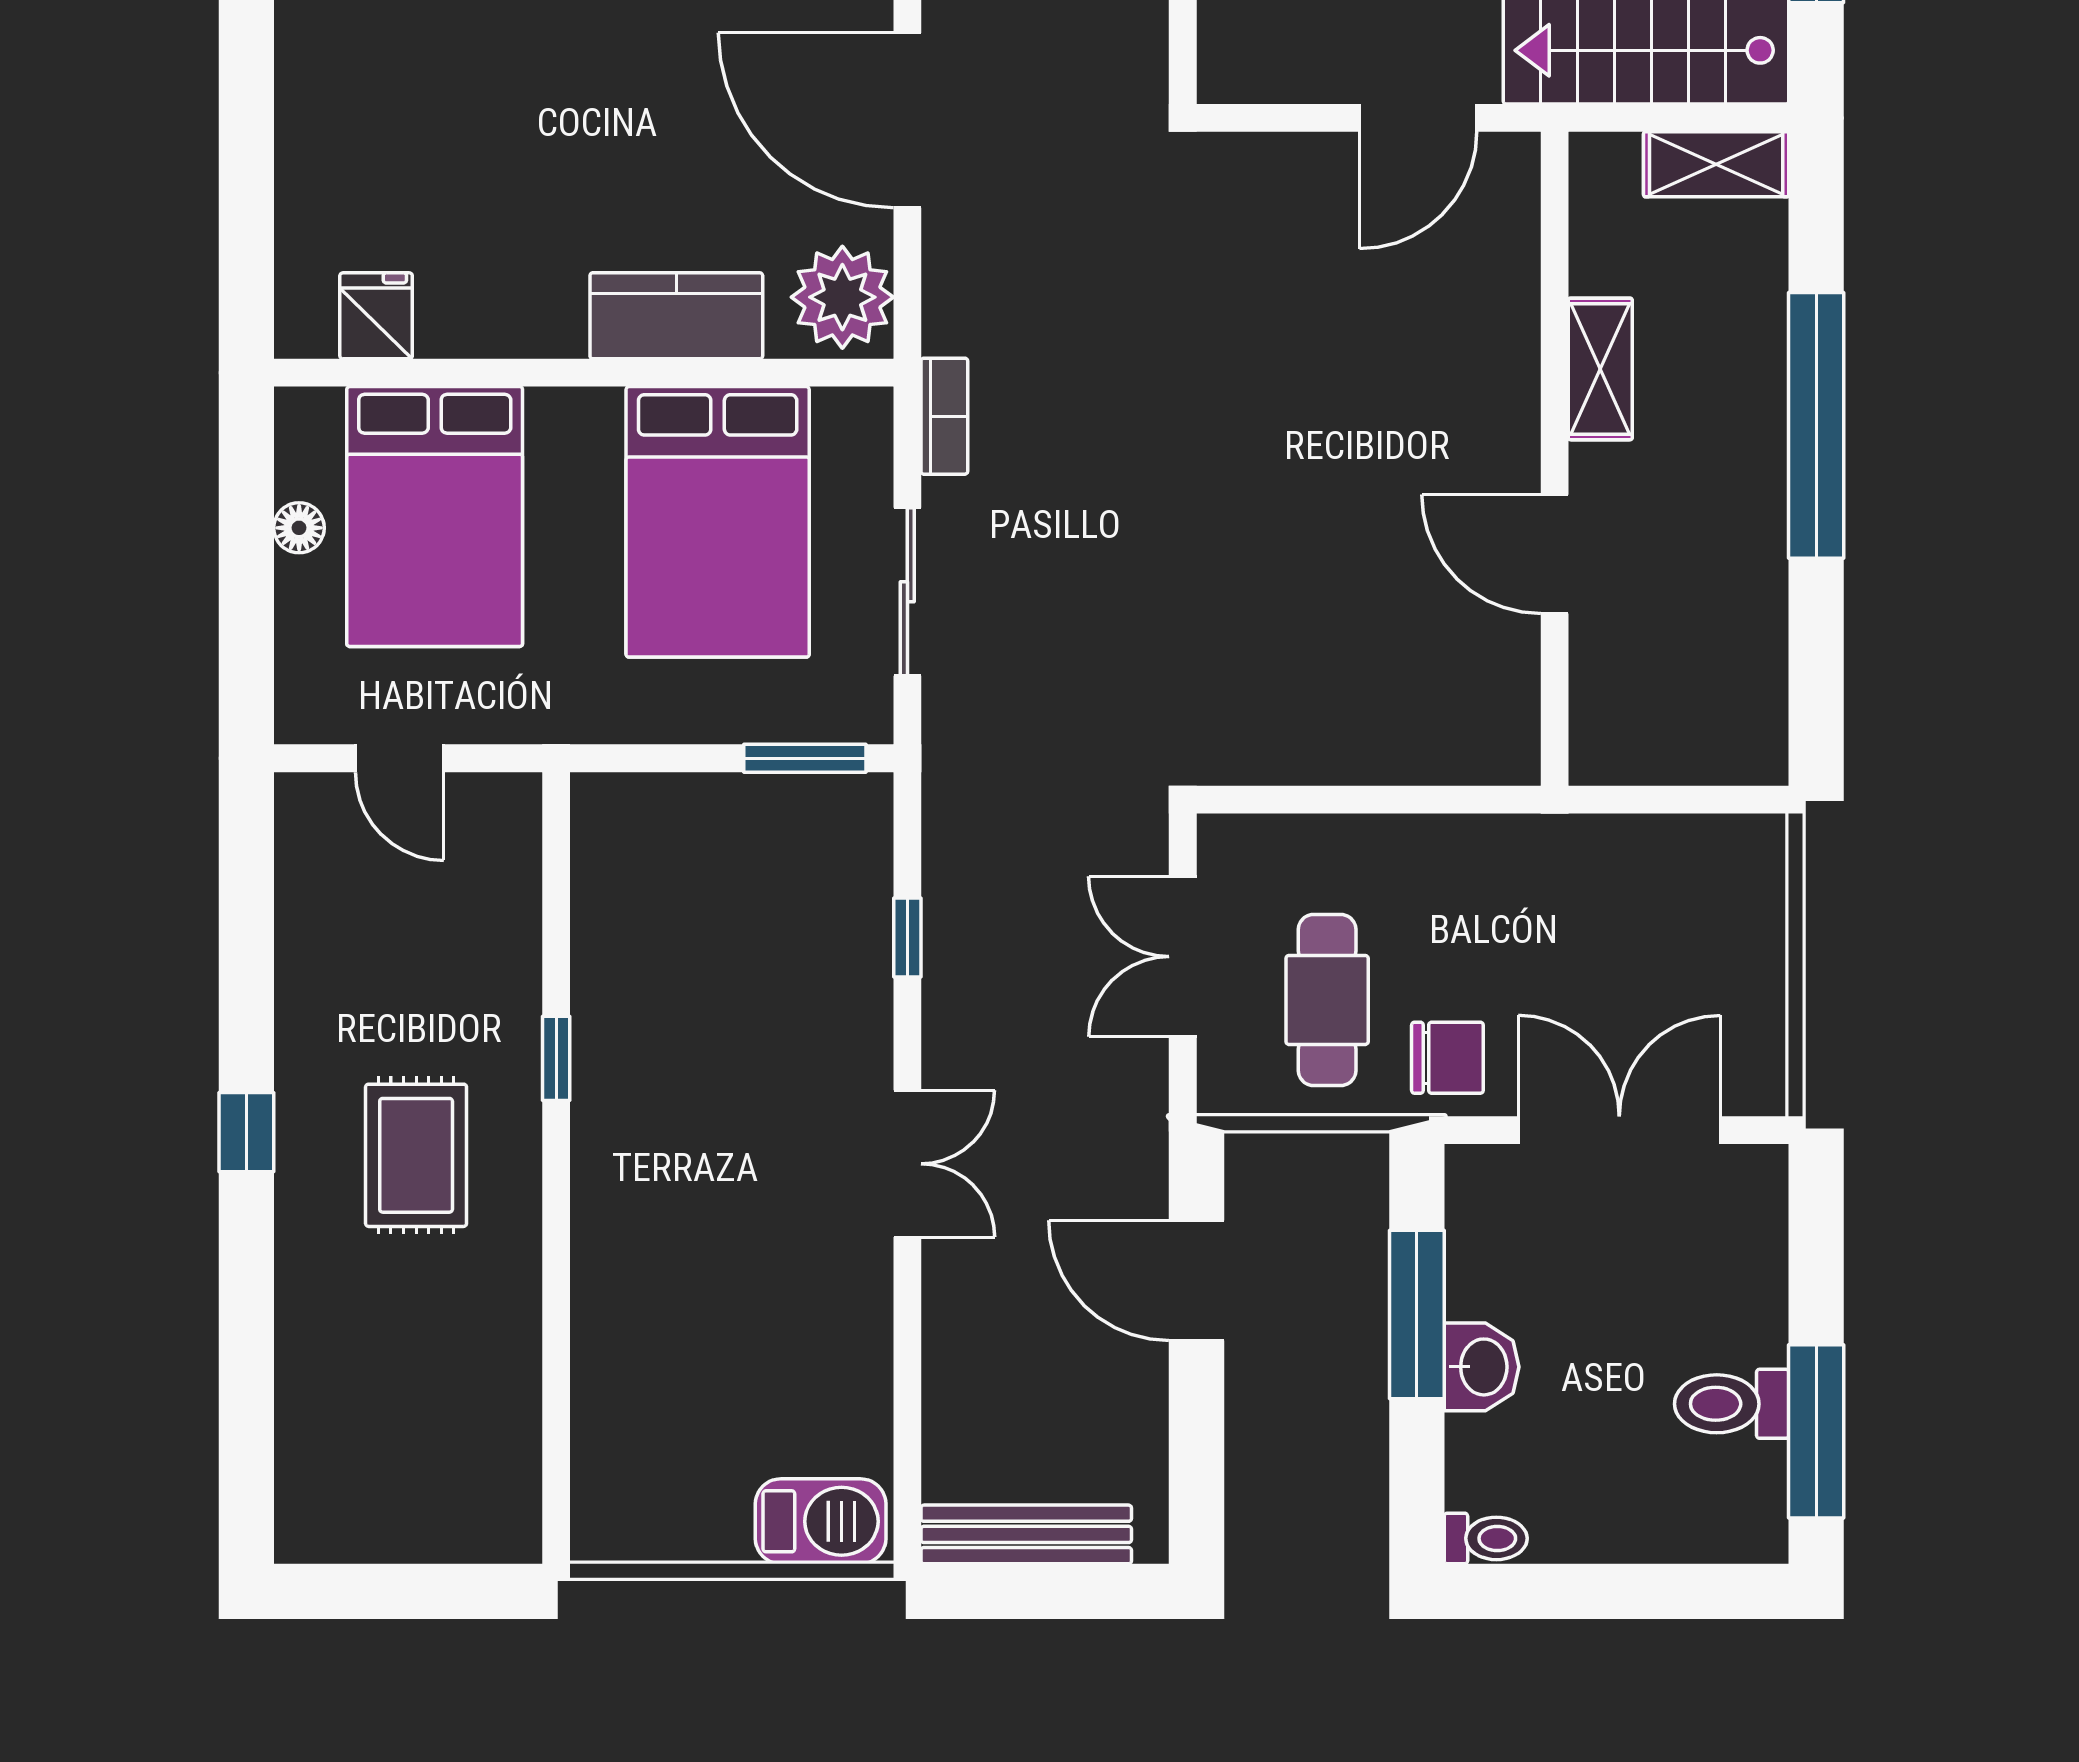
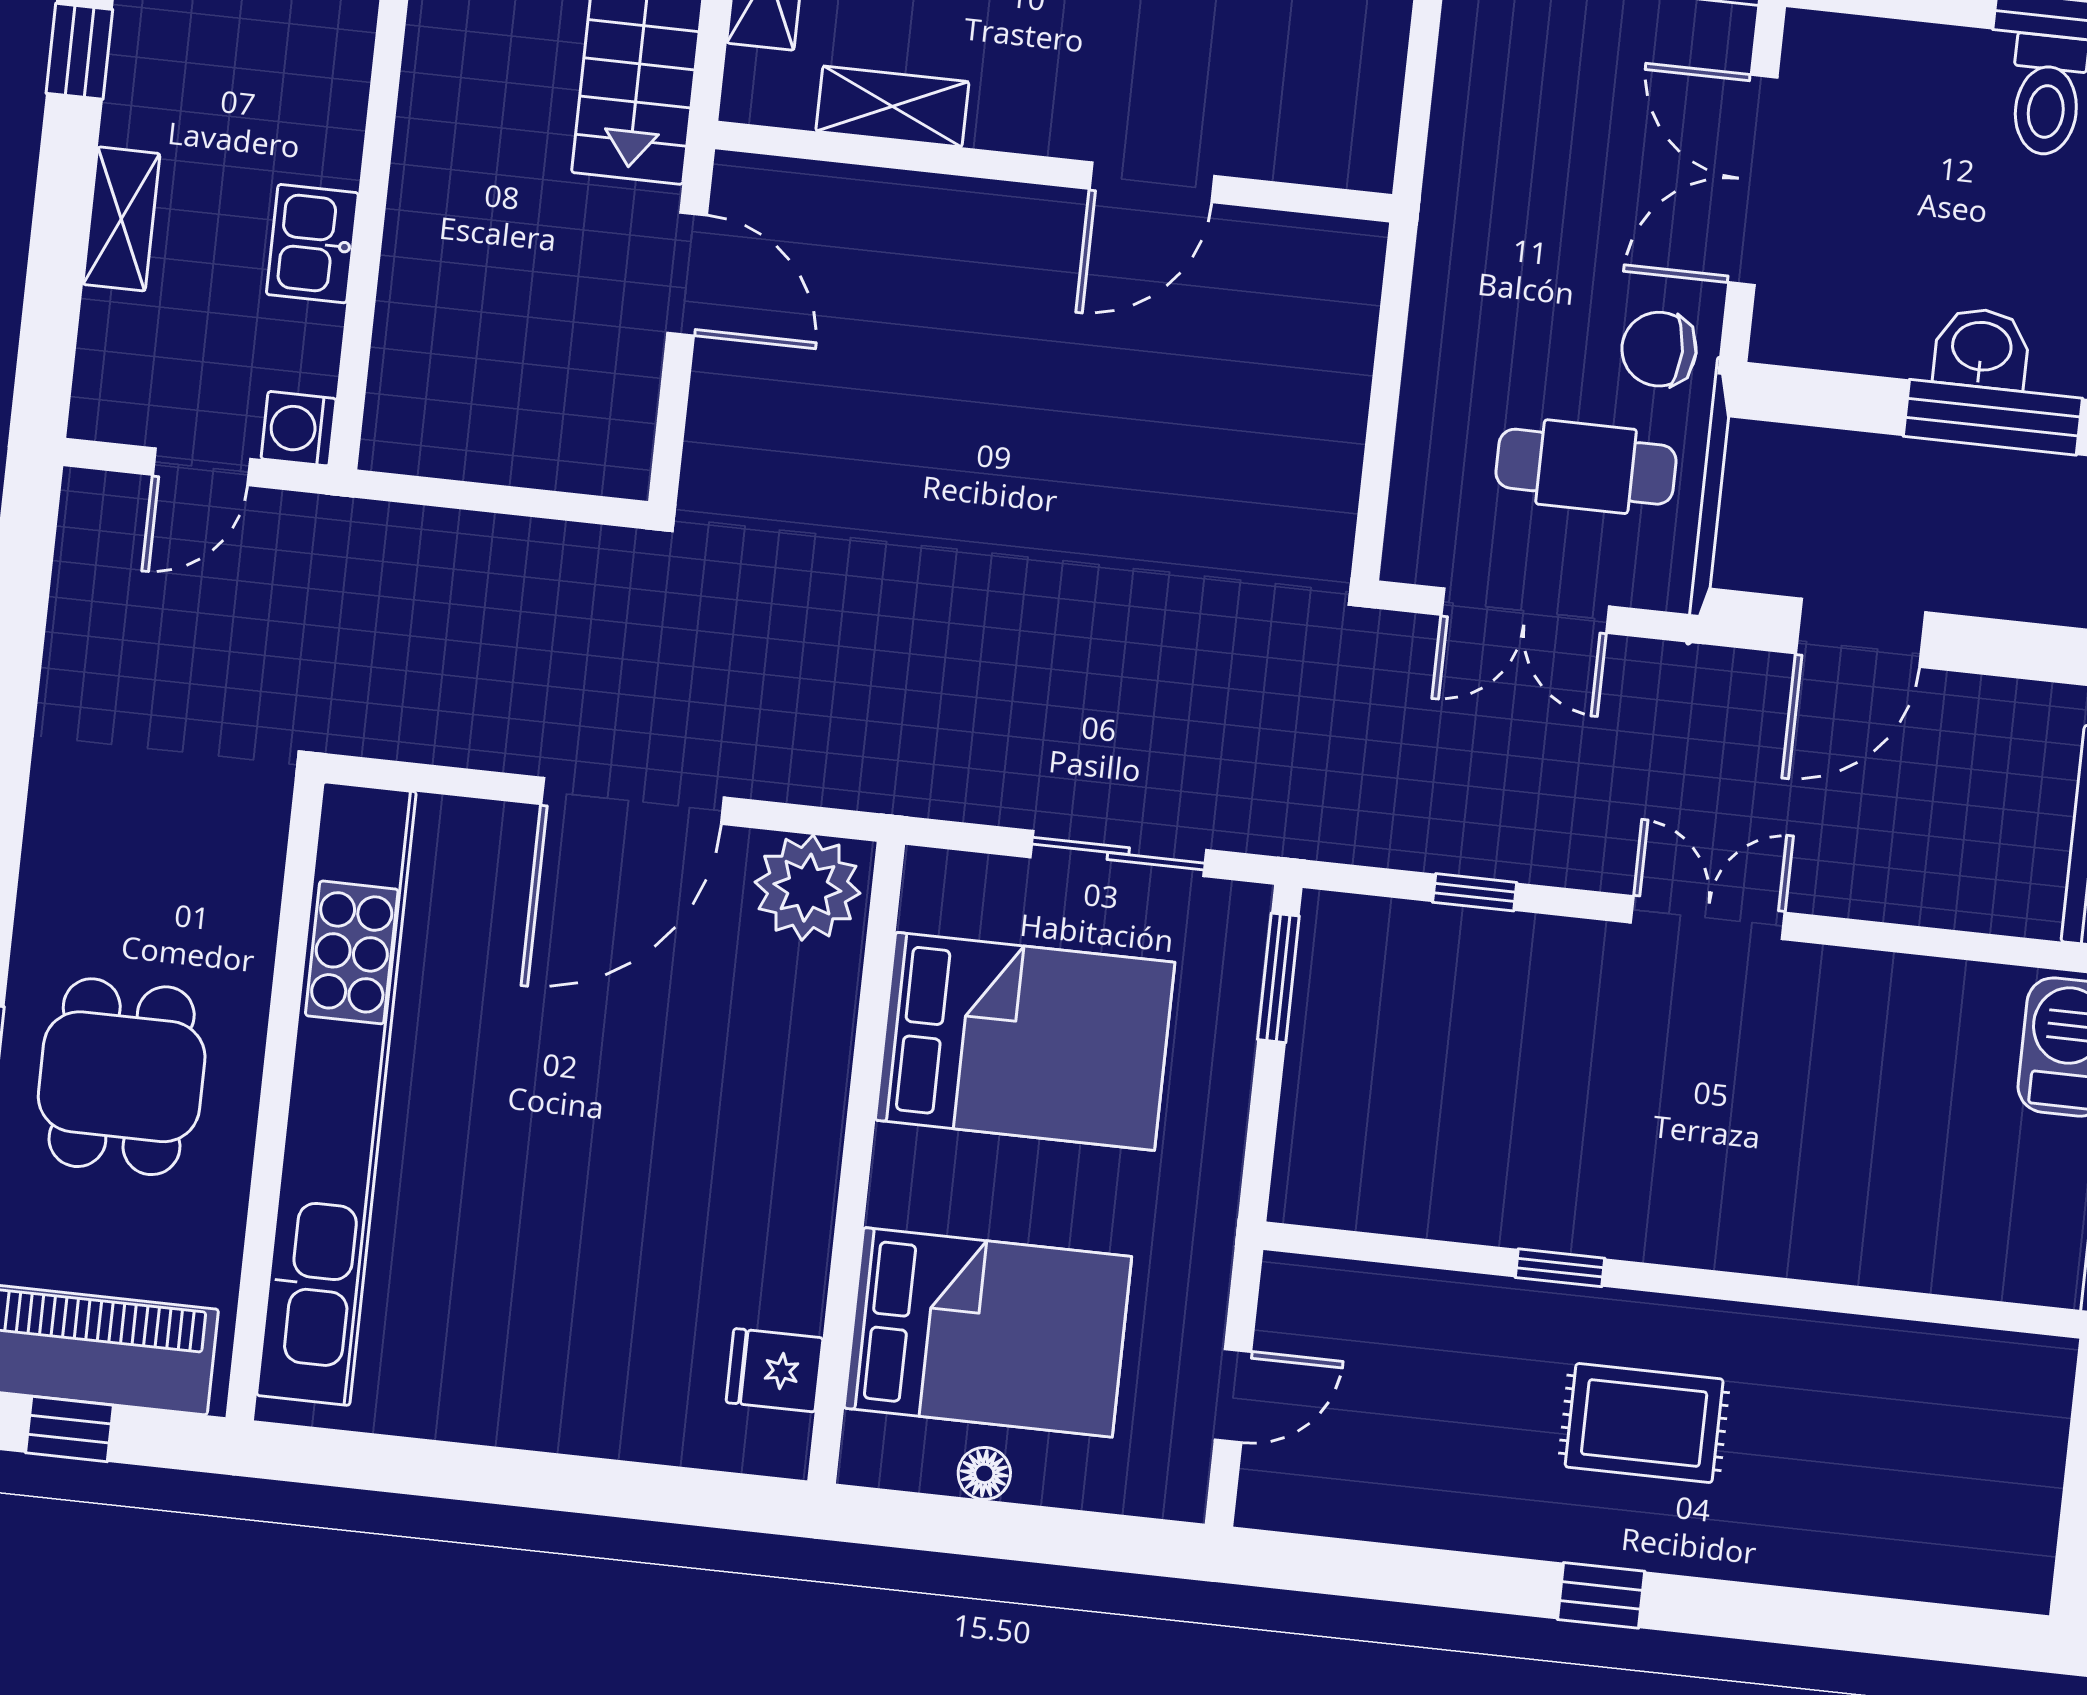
kitchen counter: (676, 316) -> (808, 1061), removed
shelving: (1600, 369) -> (892, 107), moved
bookcase: (944, 416) -> (941, 796), removed
chair: (1447, 1058) -> (1659, 349), turned -90
window: (1417, 1315) -> (1993, 417), moved

